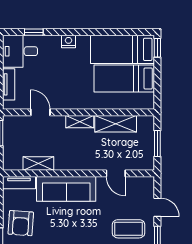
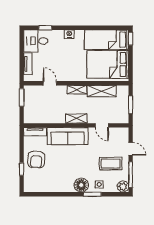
bed: (124, 78) -> (108, 64), width x1.50
shelving: (38, 164) -> (76, 119), moved

